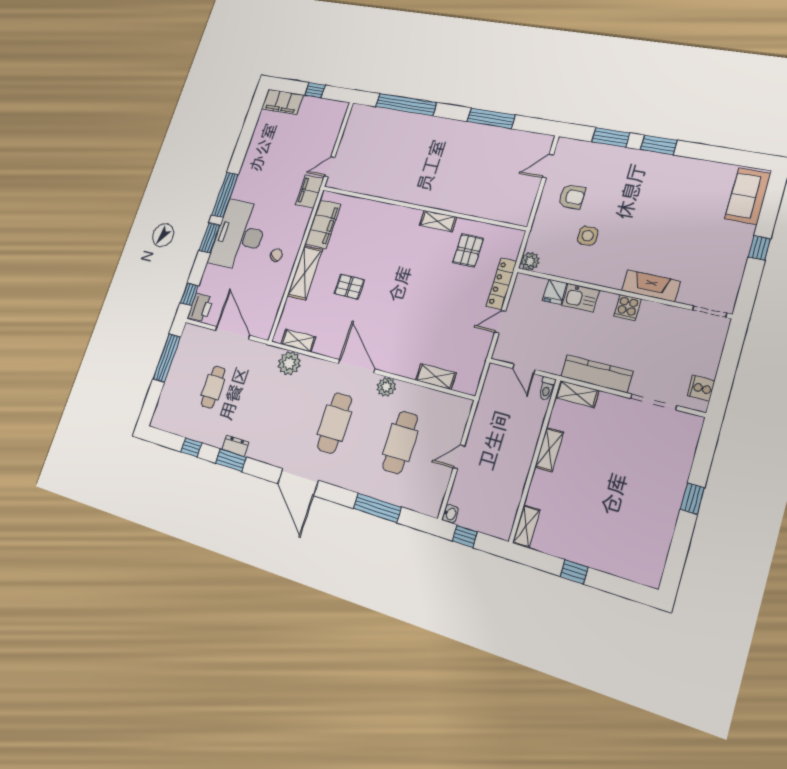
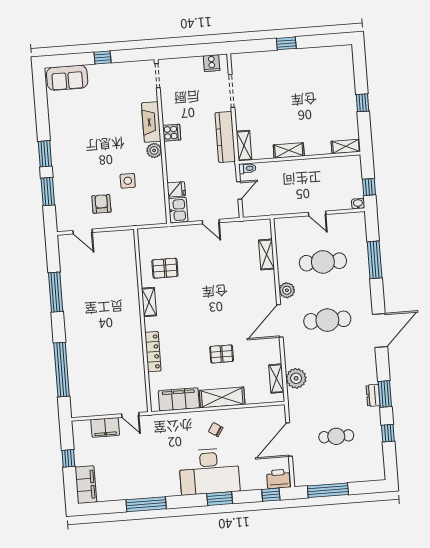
filing cabinet: (310, 191) -> (105, 427), moved
window: (225, 195) -> (146, 504), moved
plant: (530, 261) -> (154, 150), moved
locker: (501, 284) -> (153, 352), moved, turned -90
pallet: (349, 287) -> (222, 354), turned 90
kitchen sink: (581, 298) -> (178, 210), moved

